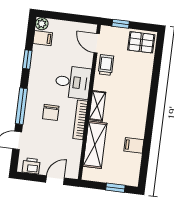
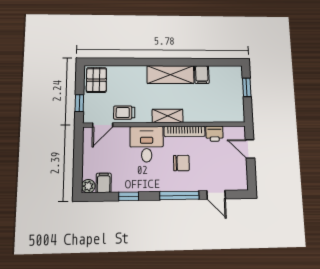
shelving: (95, 145) -> (170, 75), moved
printer: (31, 166) -> (214, 134), moved, turned -90

